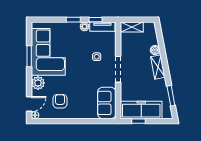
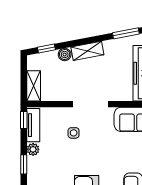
window: (95, 20) -> (24, 120), moved
window: (160, 36) -> (46, 48), added

